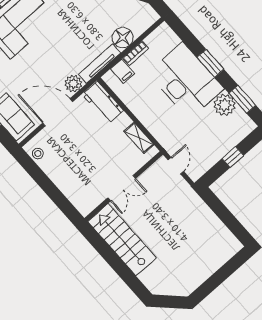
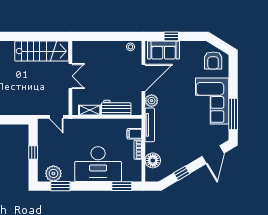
floor lamp: (123, 38) -> (153, 160), moved
window: (210, 63) -> (122, 186), moved
workbench: (103, 102) -> (116, 108), moved
plant: (225, 105) -> (53, 173), moved
double door: (122, 188) -> (70, 76), swing flipped

